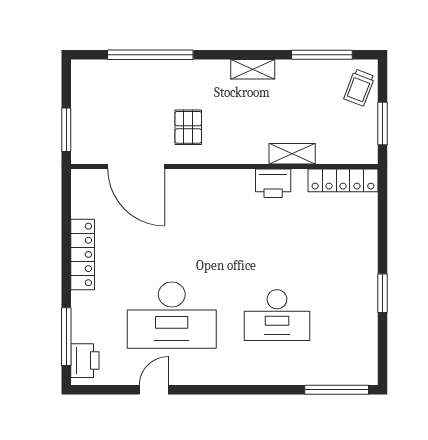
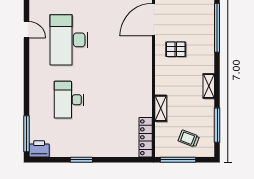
trolley: (359, 88) -> (189, 139), moved
window: (382, 123) -> (178, 160), width x1.44
printer: (273, 183) -> (39, 149), moved, turned 90

